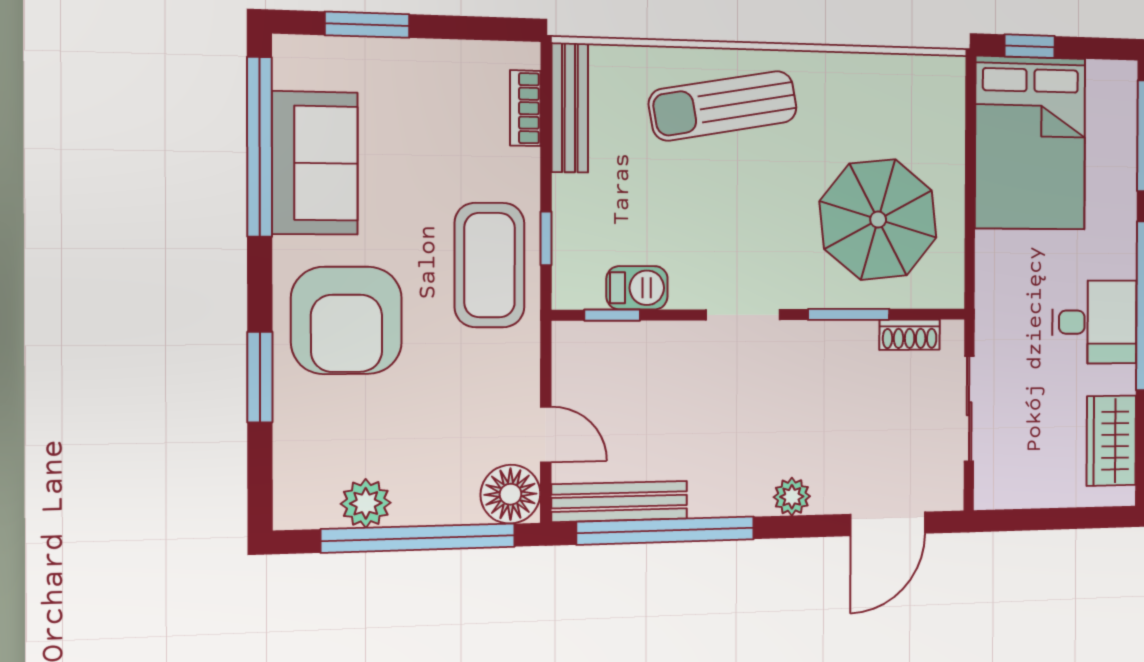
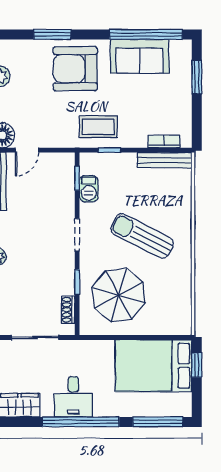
sun lounger: (723, 106) -> (142, 236), moved, turned -53
coffee table: (490, 265) -> (98, 127), width x0.73, depth x0.76
window: (849, 314) -> (77, 282), width x0.67

